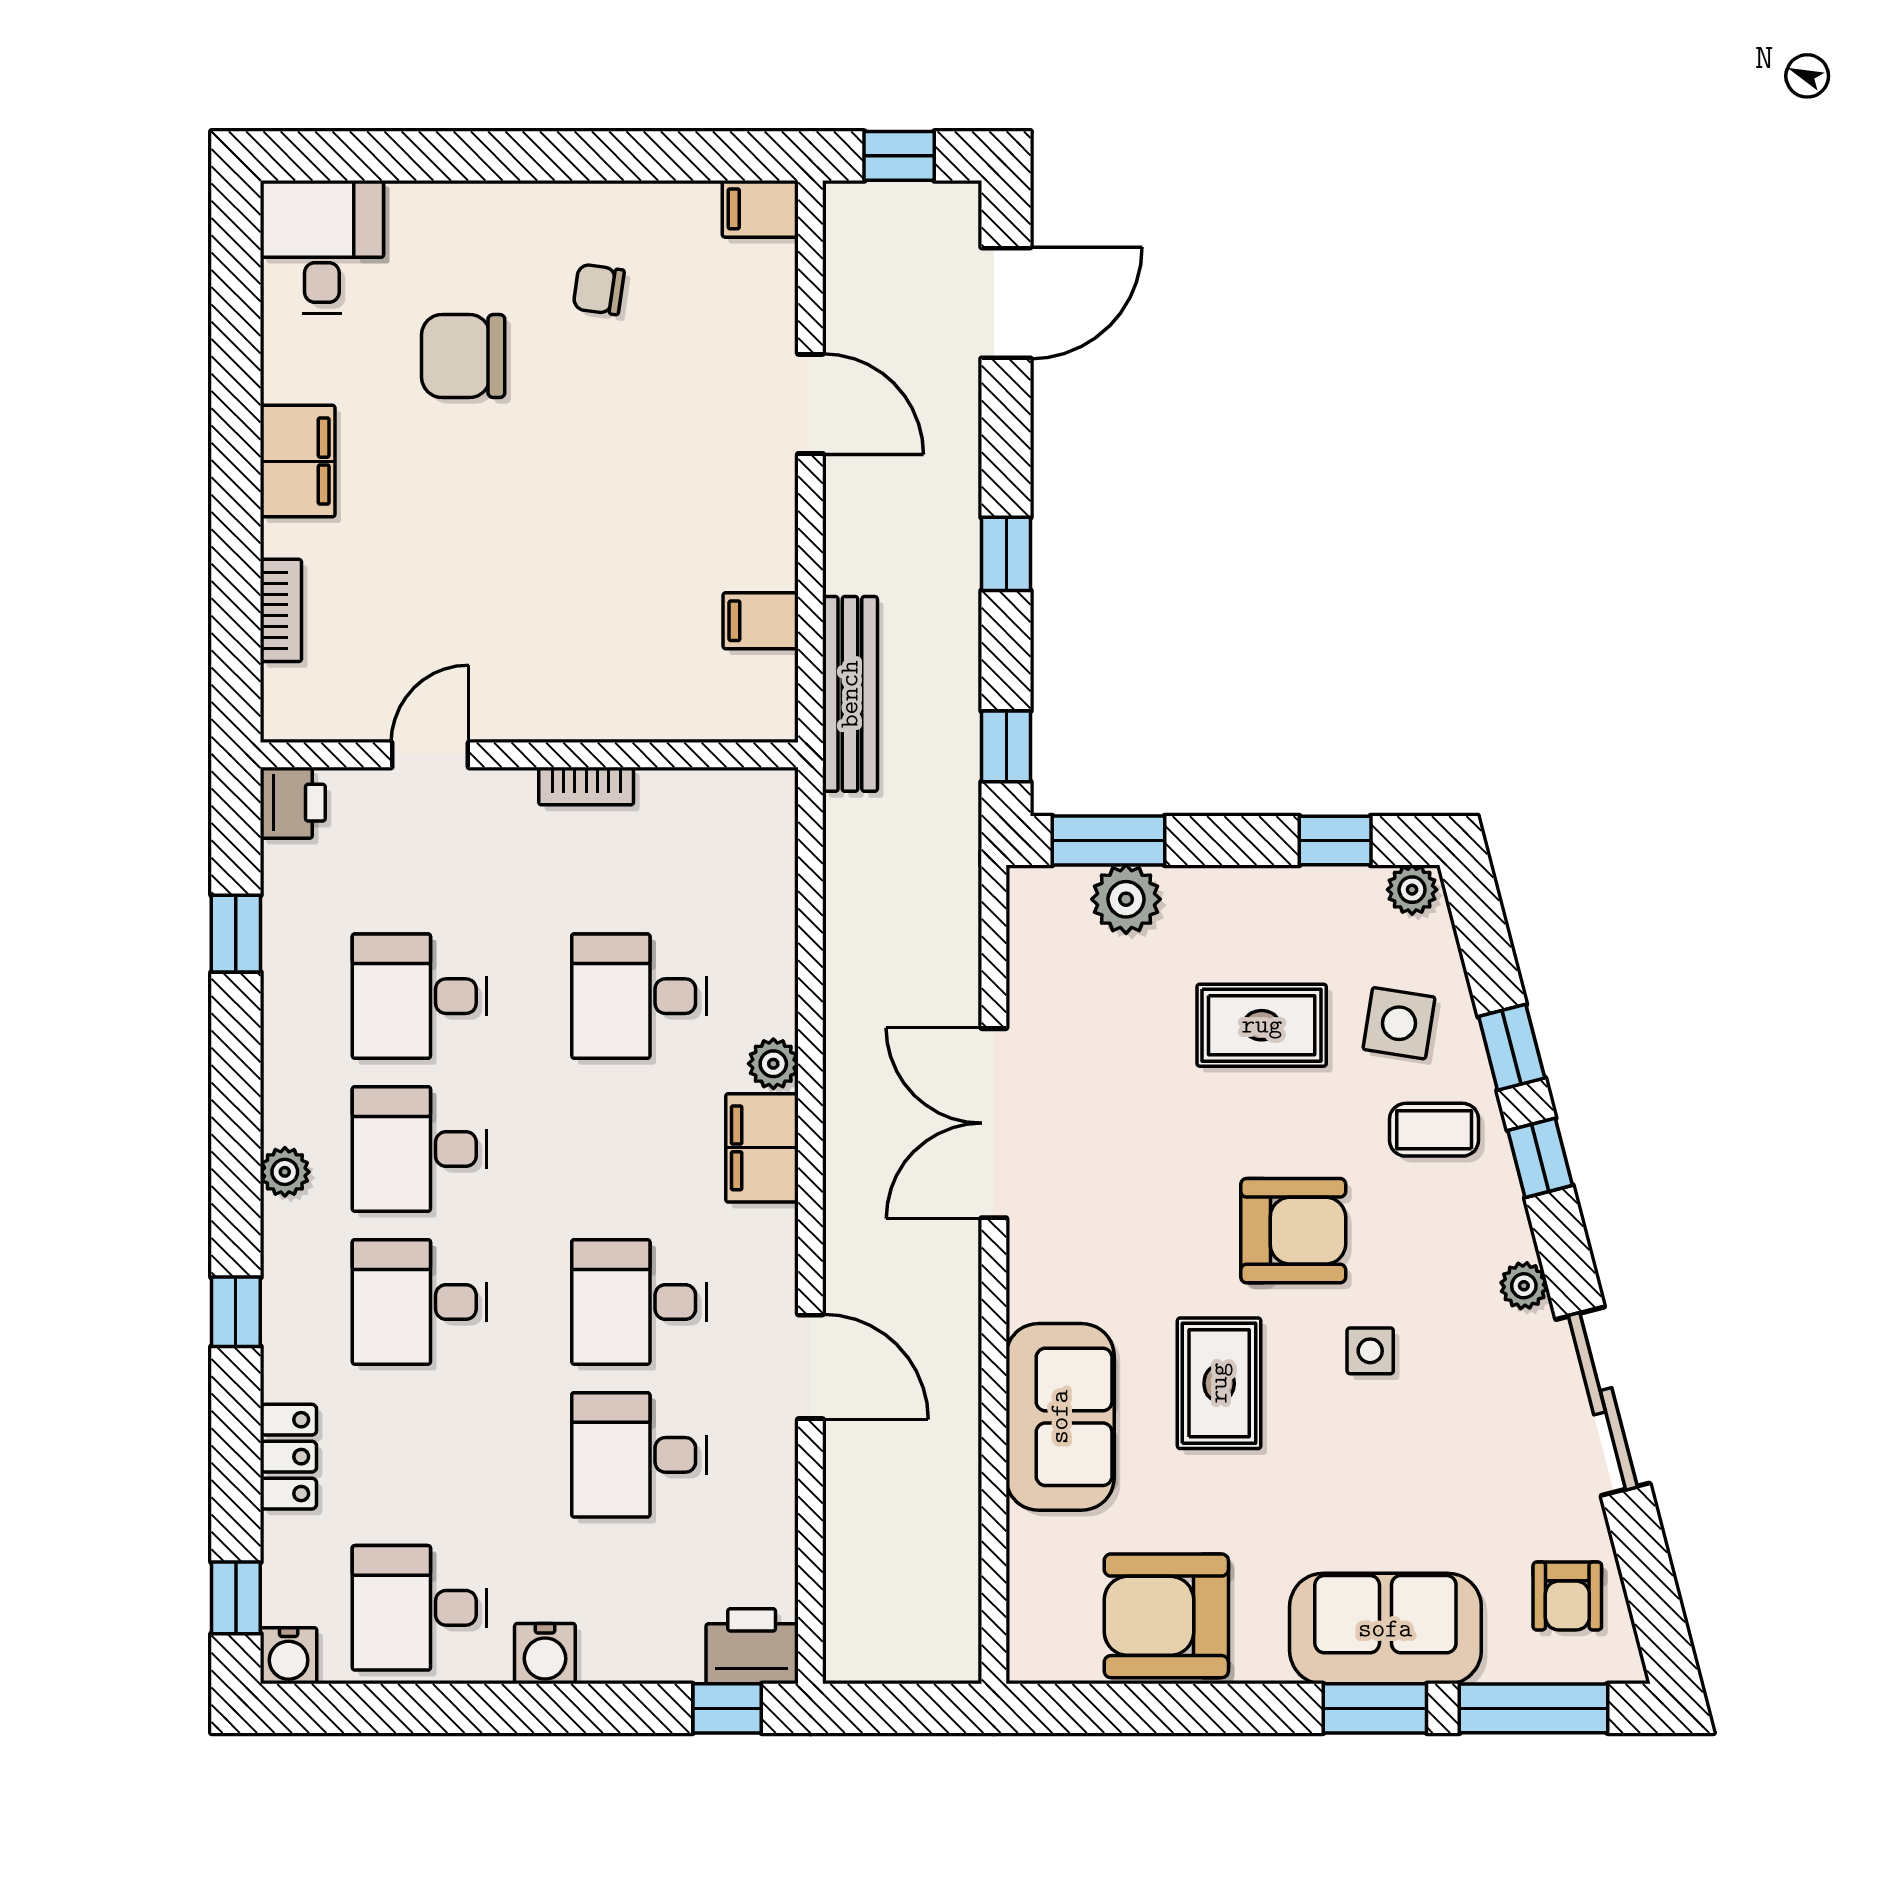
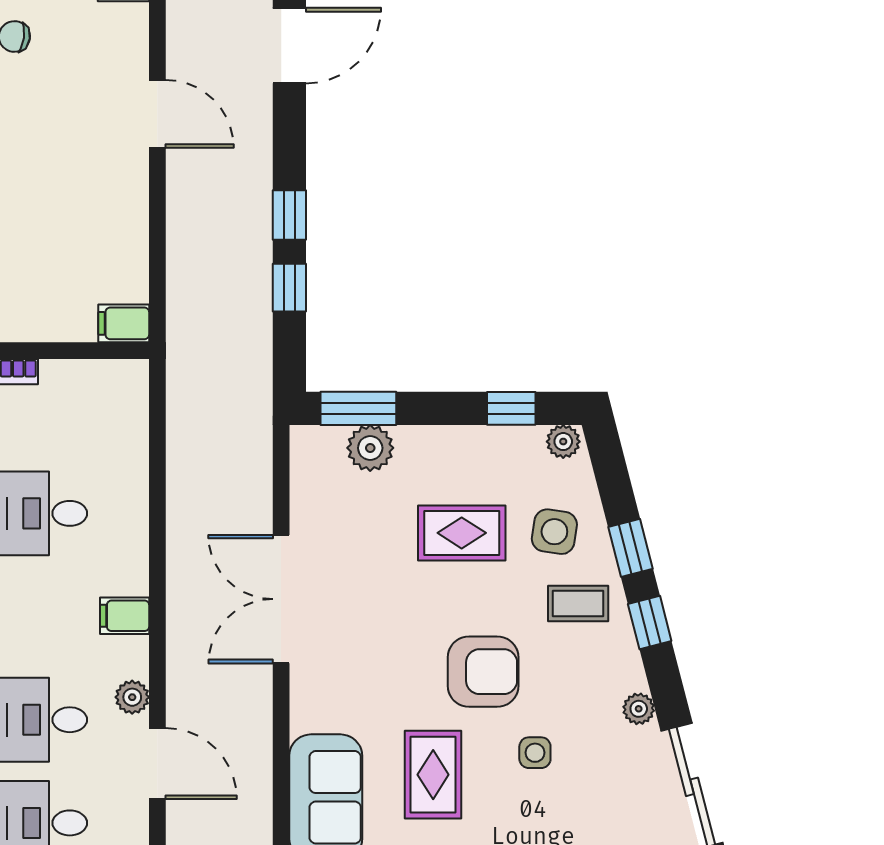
filing cabinet: (761, 621) -> (124, 323), moved
bench: (850, 694) -> (184, 309), removed
window: (1006, 746) -> (289, 288), moved
plant: (773, 1064) -> (132, 697), moved
filing cabinet: (762, 1148) -> (125, 616), width x0.50

